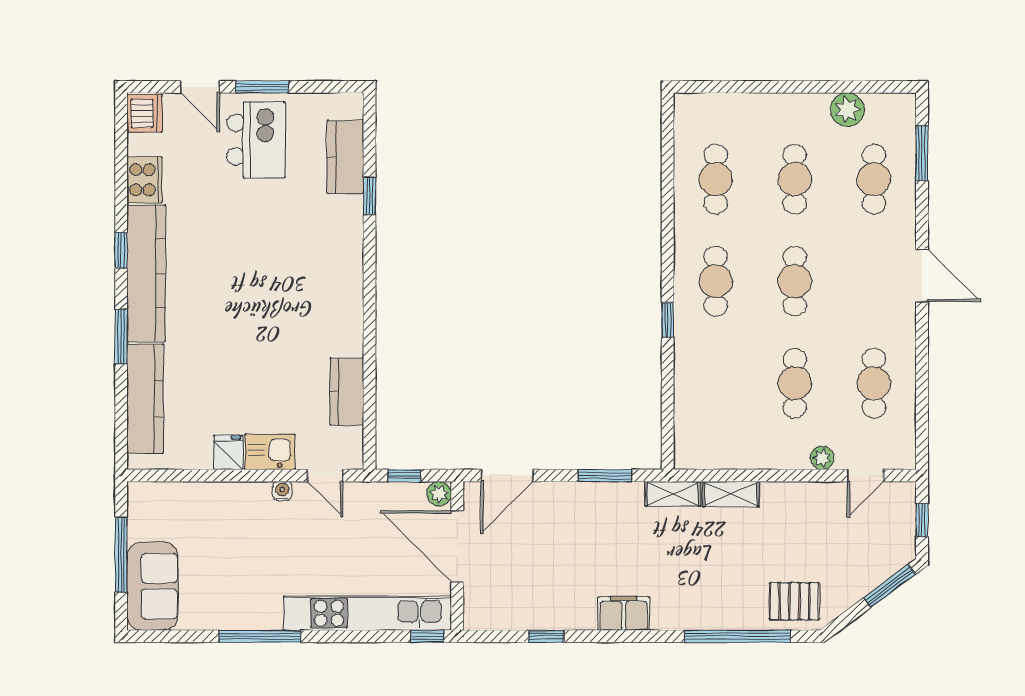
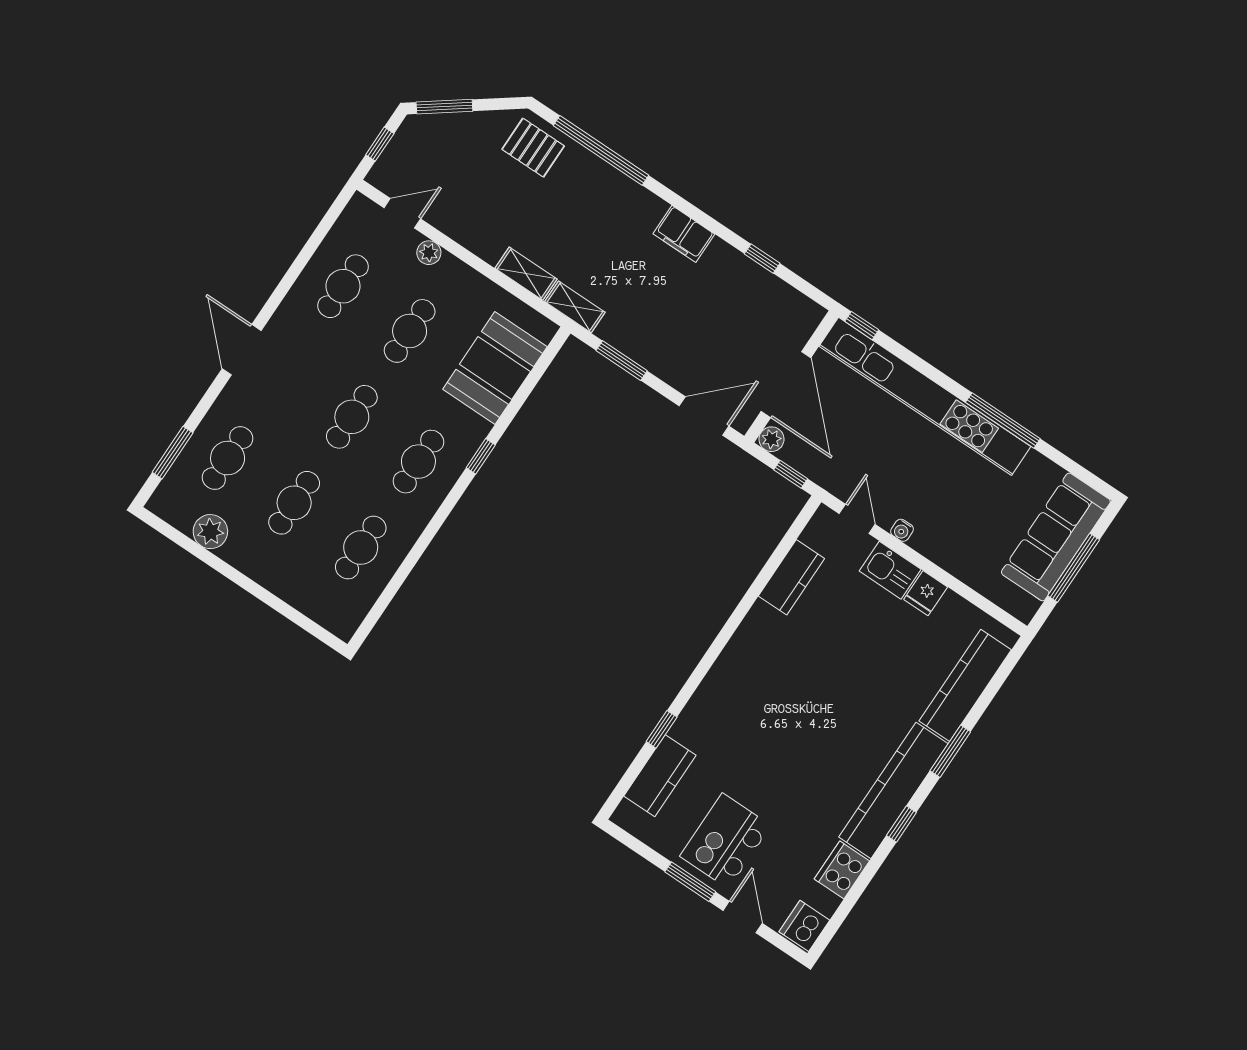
booth: (705, 400) -> (495, 368), added
sofa: (153, 586) -> (1056, 537), width x1.36
kitchen unit: (368, 613) -> (925, 396), width x1.36

